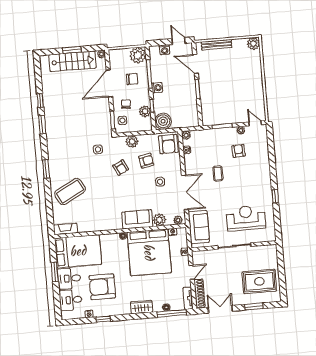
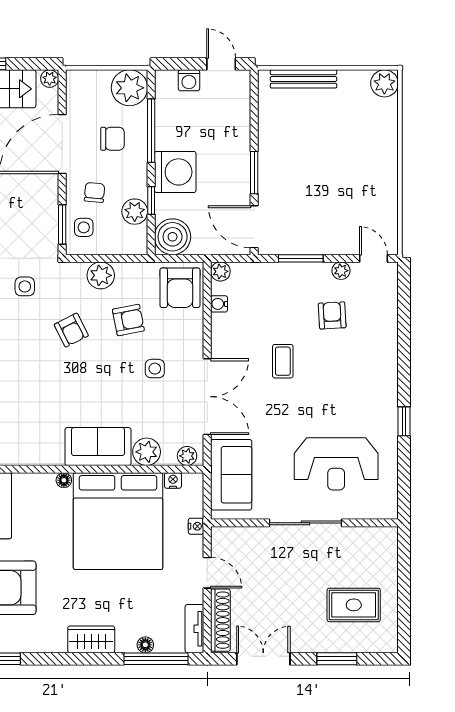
door: (196, 64) -> (254, 227), moved
washing machine: (157, 88) -> (175, 172), width x1.89, depth x1.89
reception desk: (246, 218) -> (336, 464), turned 180
door: (192, 272) -> (207, 573), hinge flipped
rug: (259, 281) -> (354, 605), width x0.73, depth x0.70

